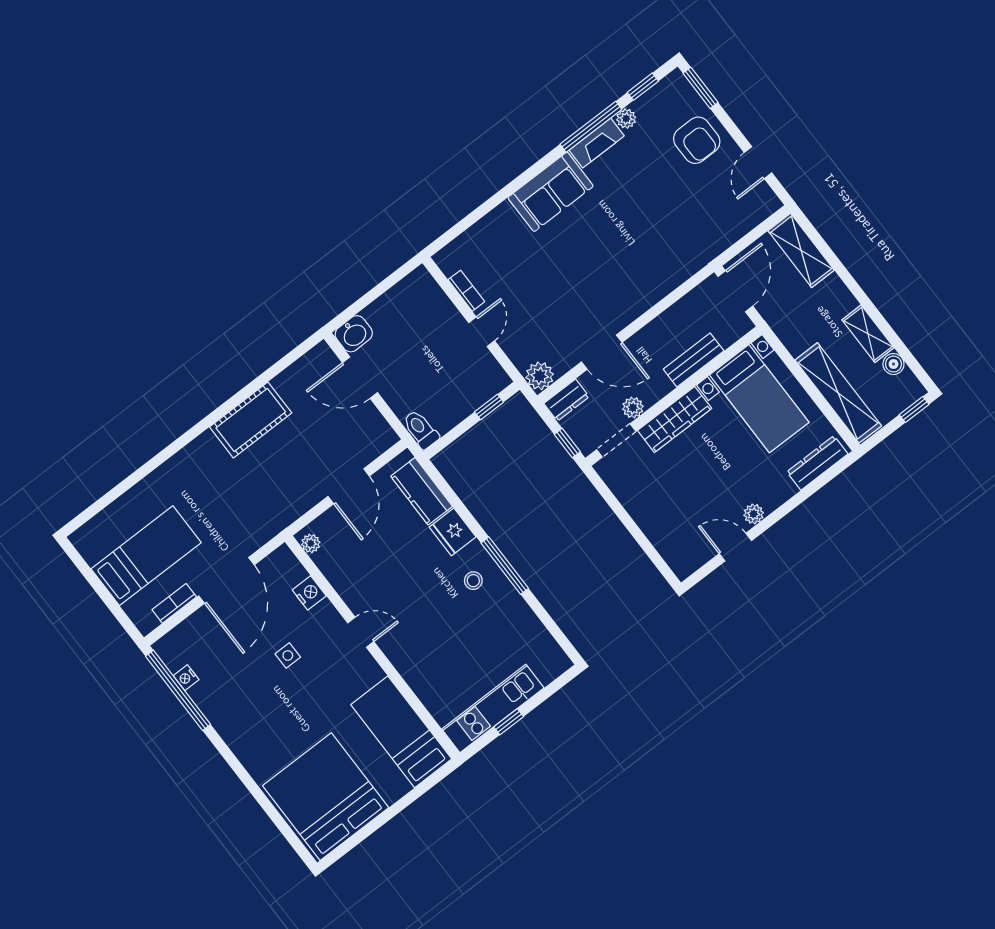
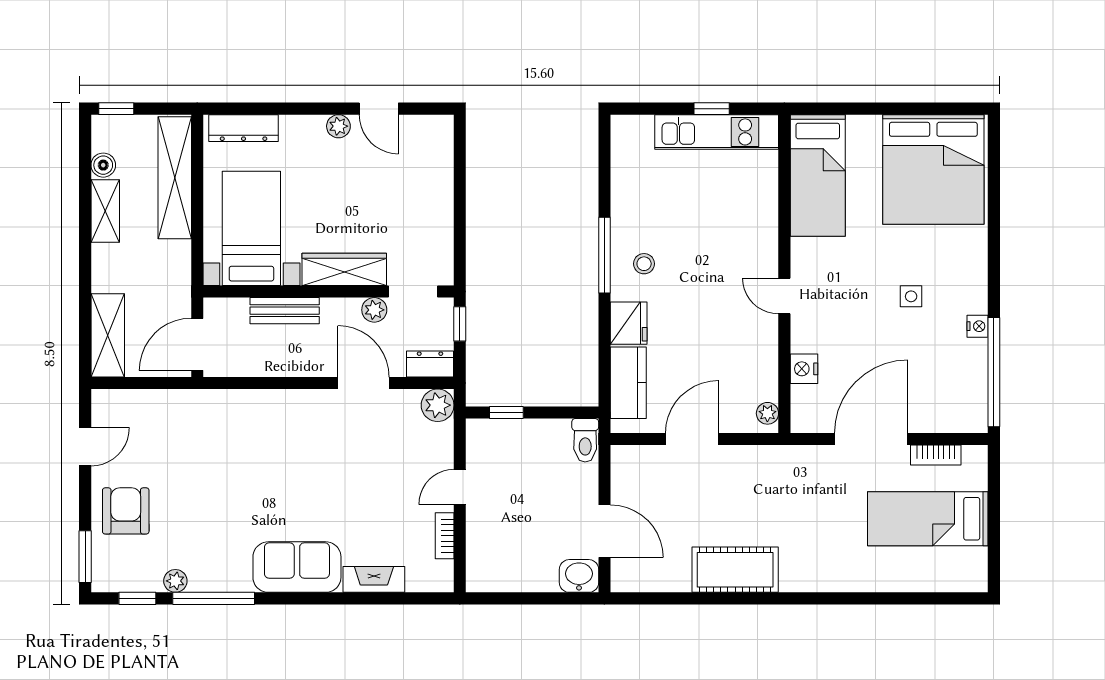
fireplace: (597, 143) -> (374, 579), moved
side table: (288, 655) -> (911, 296), moved
nightstand: (186, 678) -> (977, 326), moved

